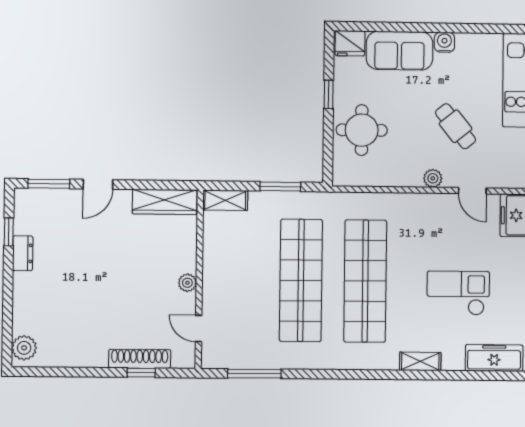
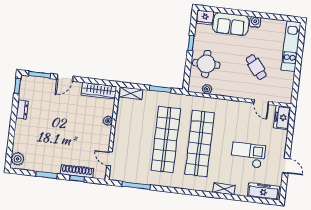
plant: (433, 178) -> (207, 89), moved
window: (9, 232) -> (17, 86), moved
plant: (187, 283) -> (108, 121), moved
window: (82, 372) -> (46, 175), added

